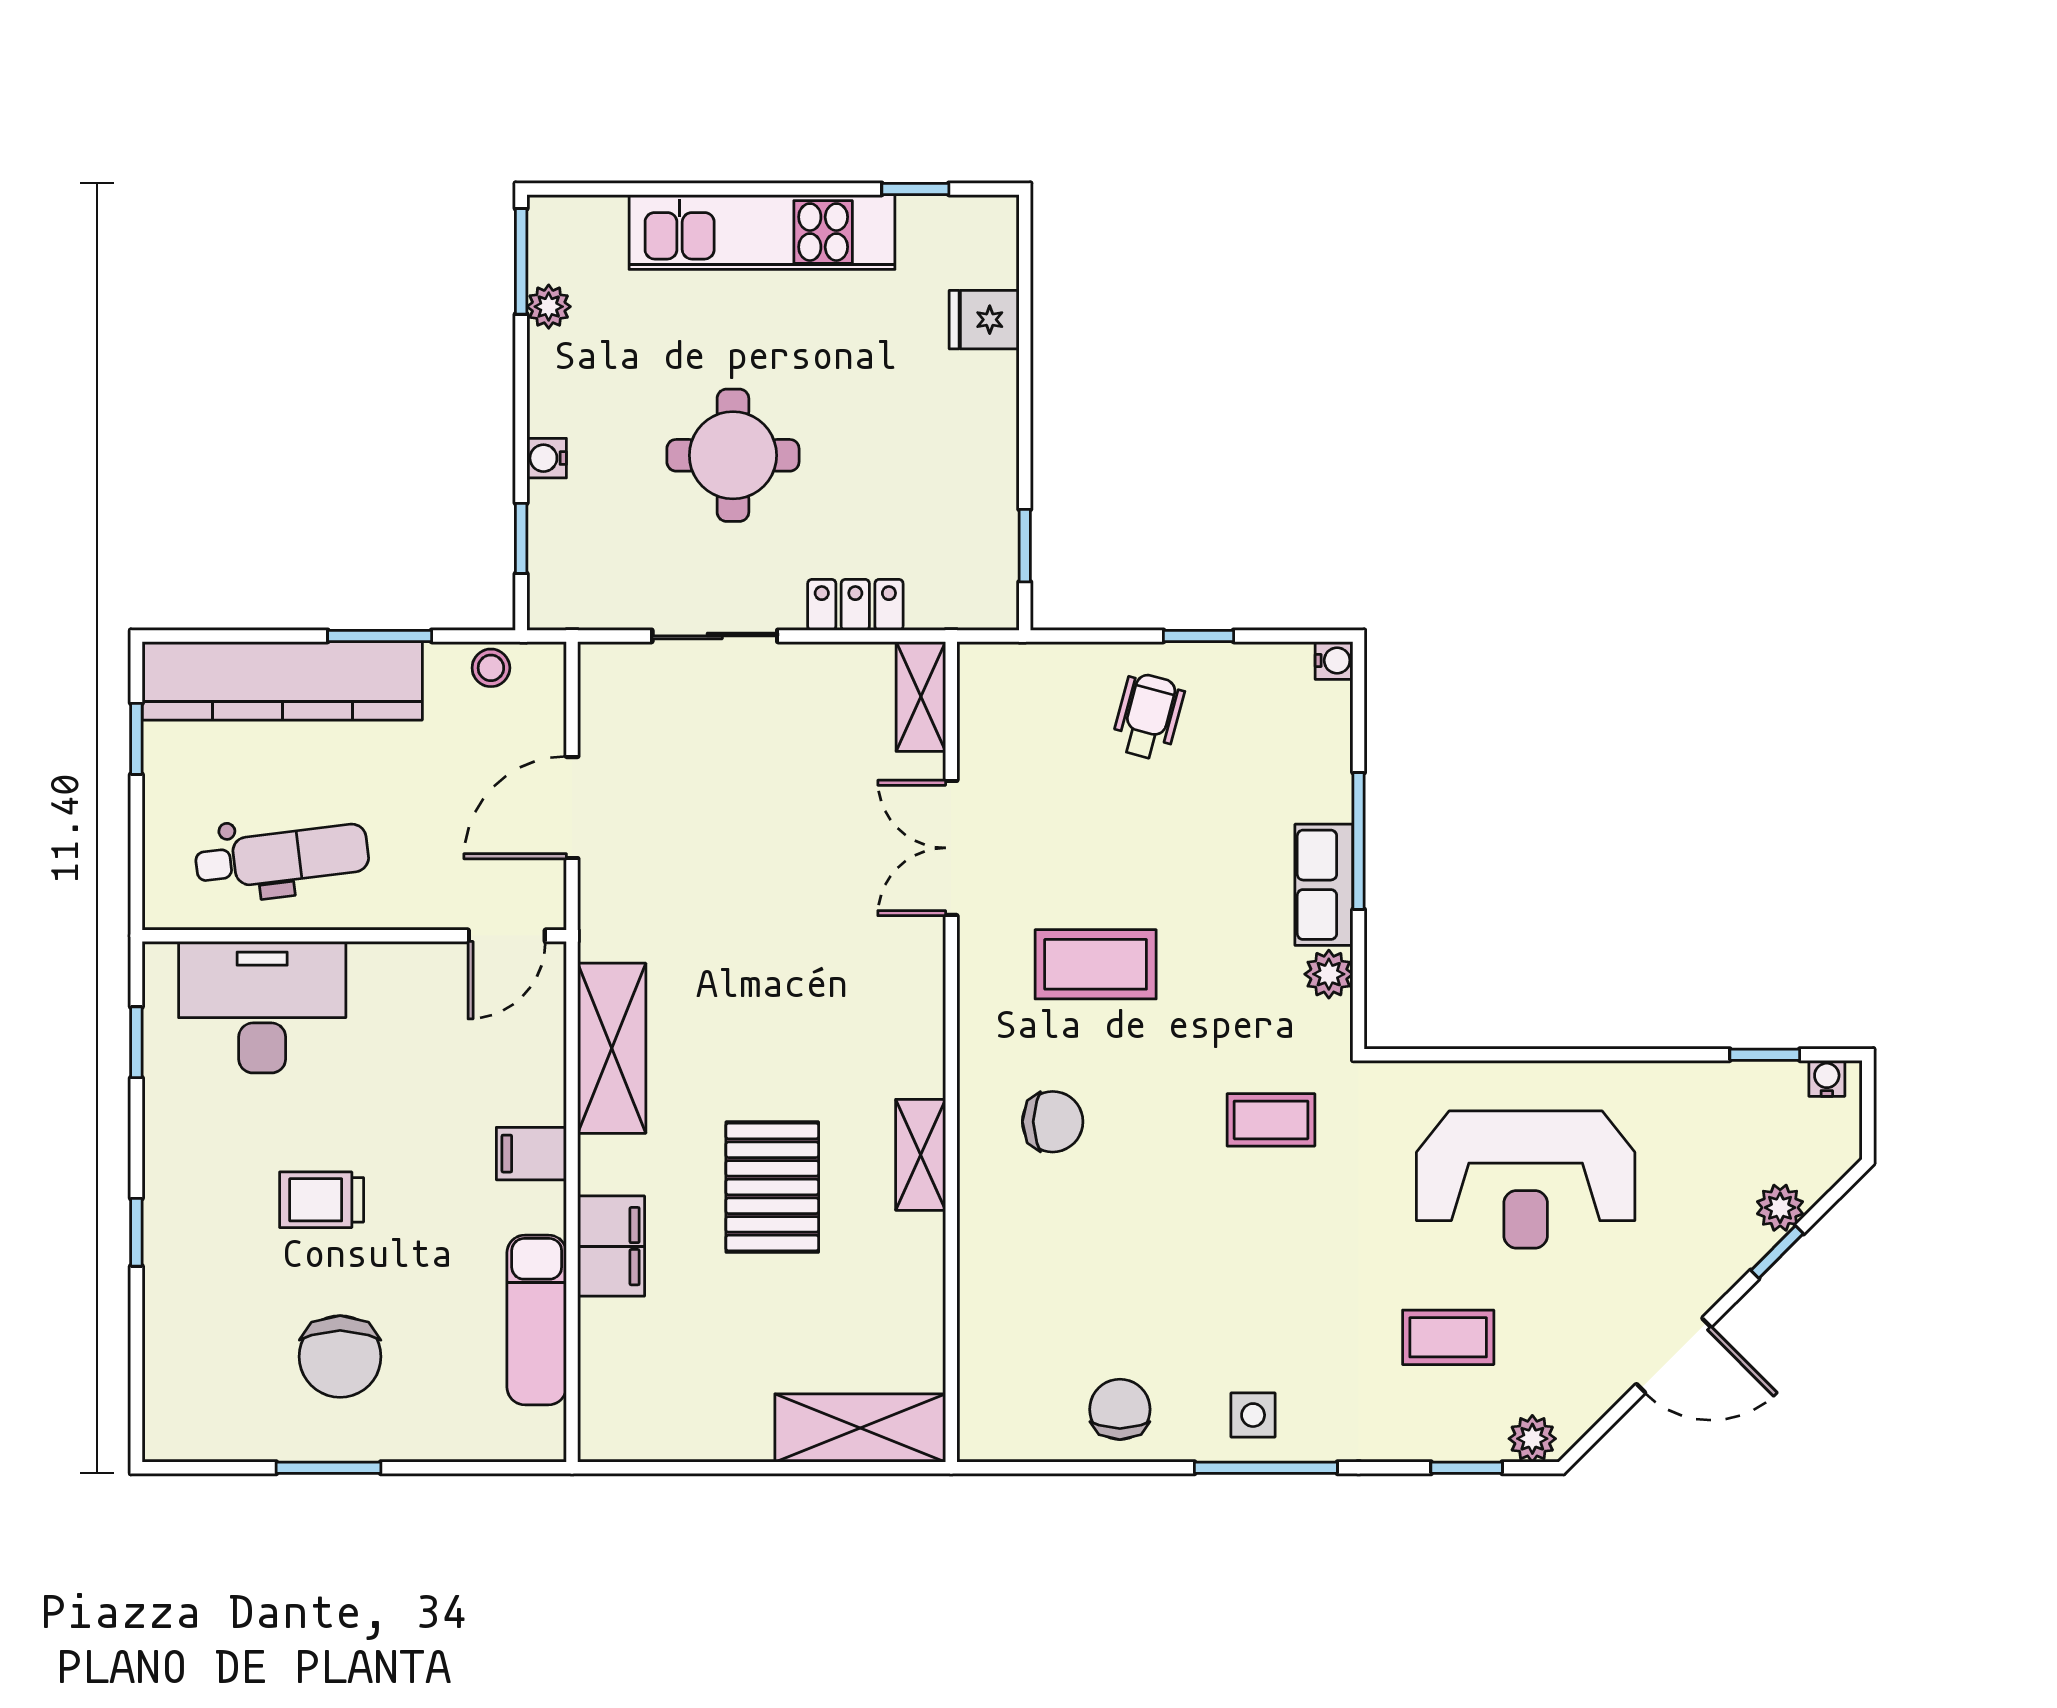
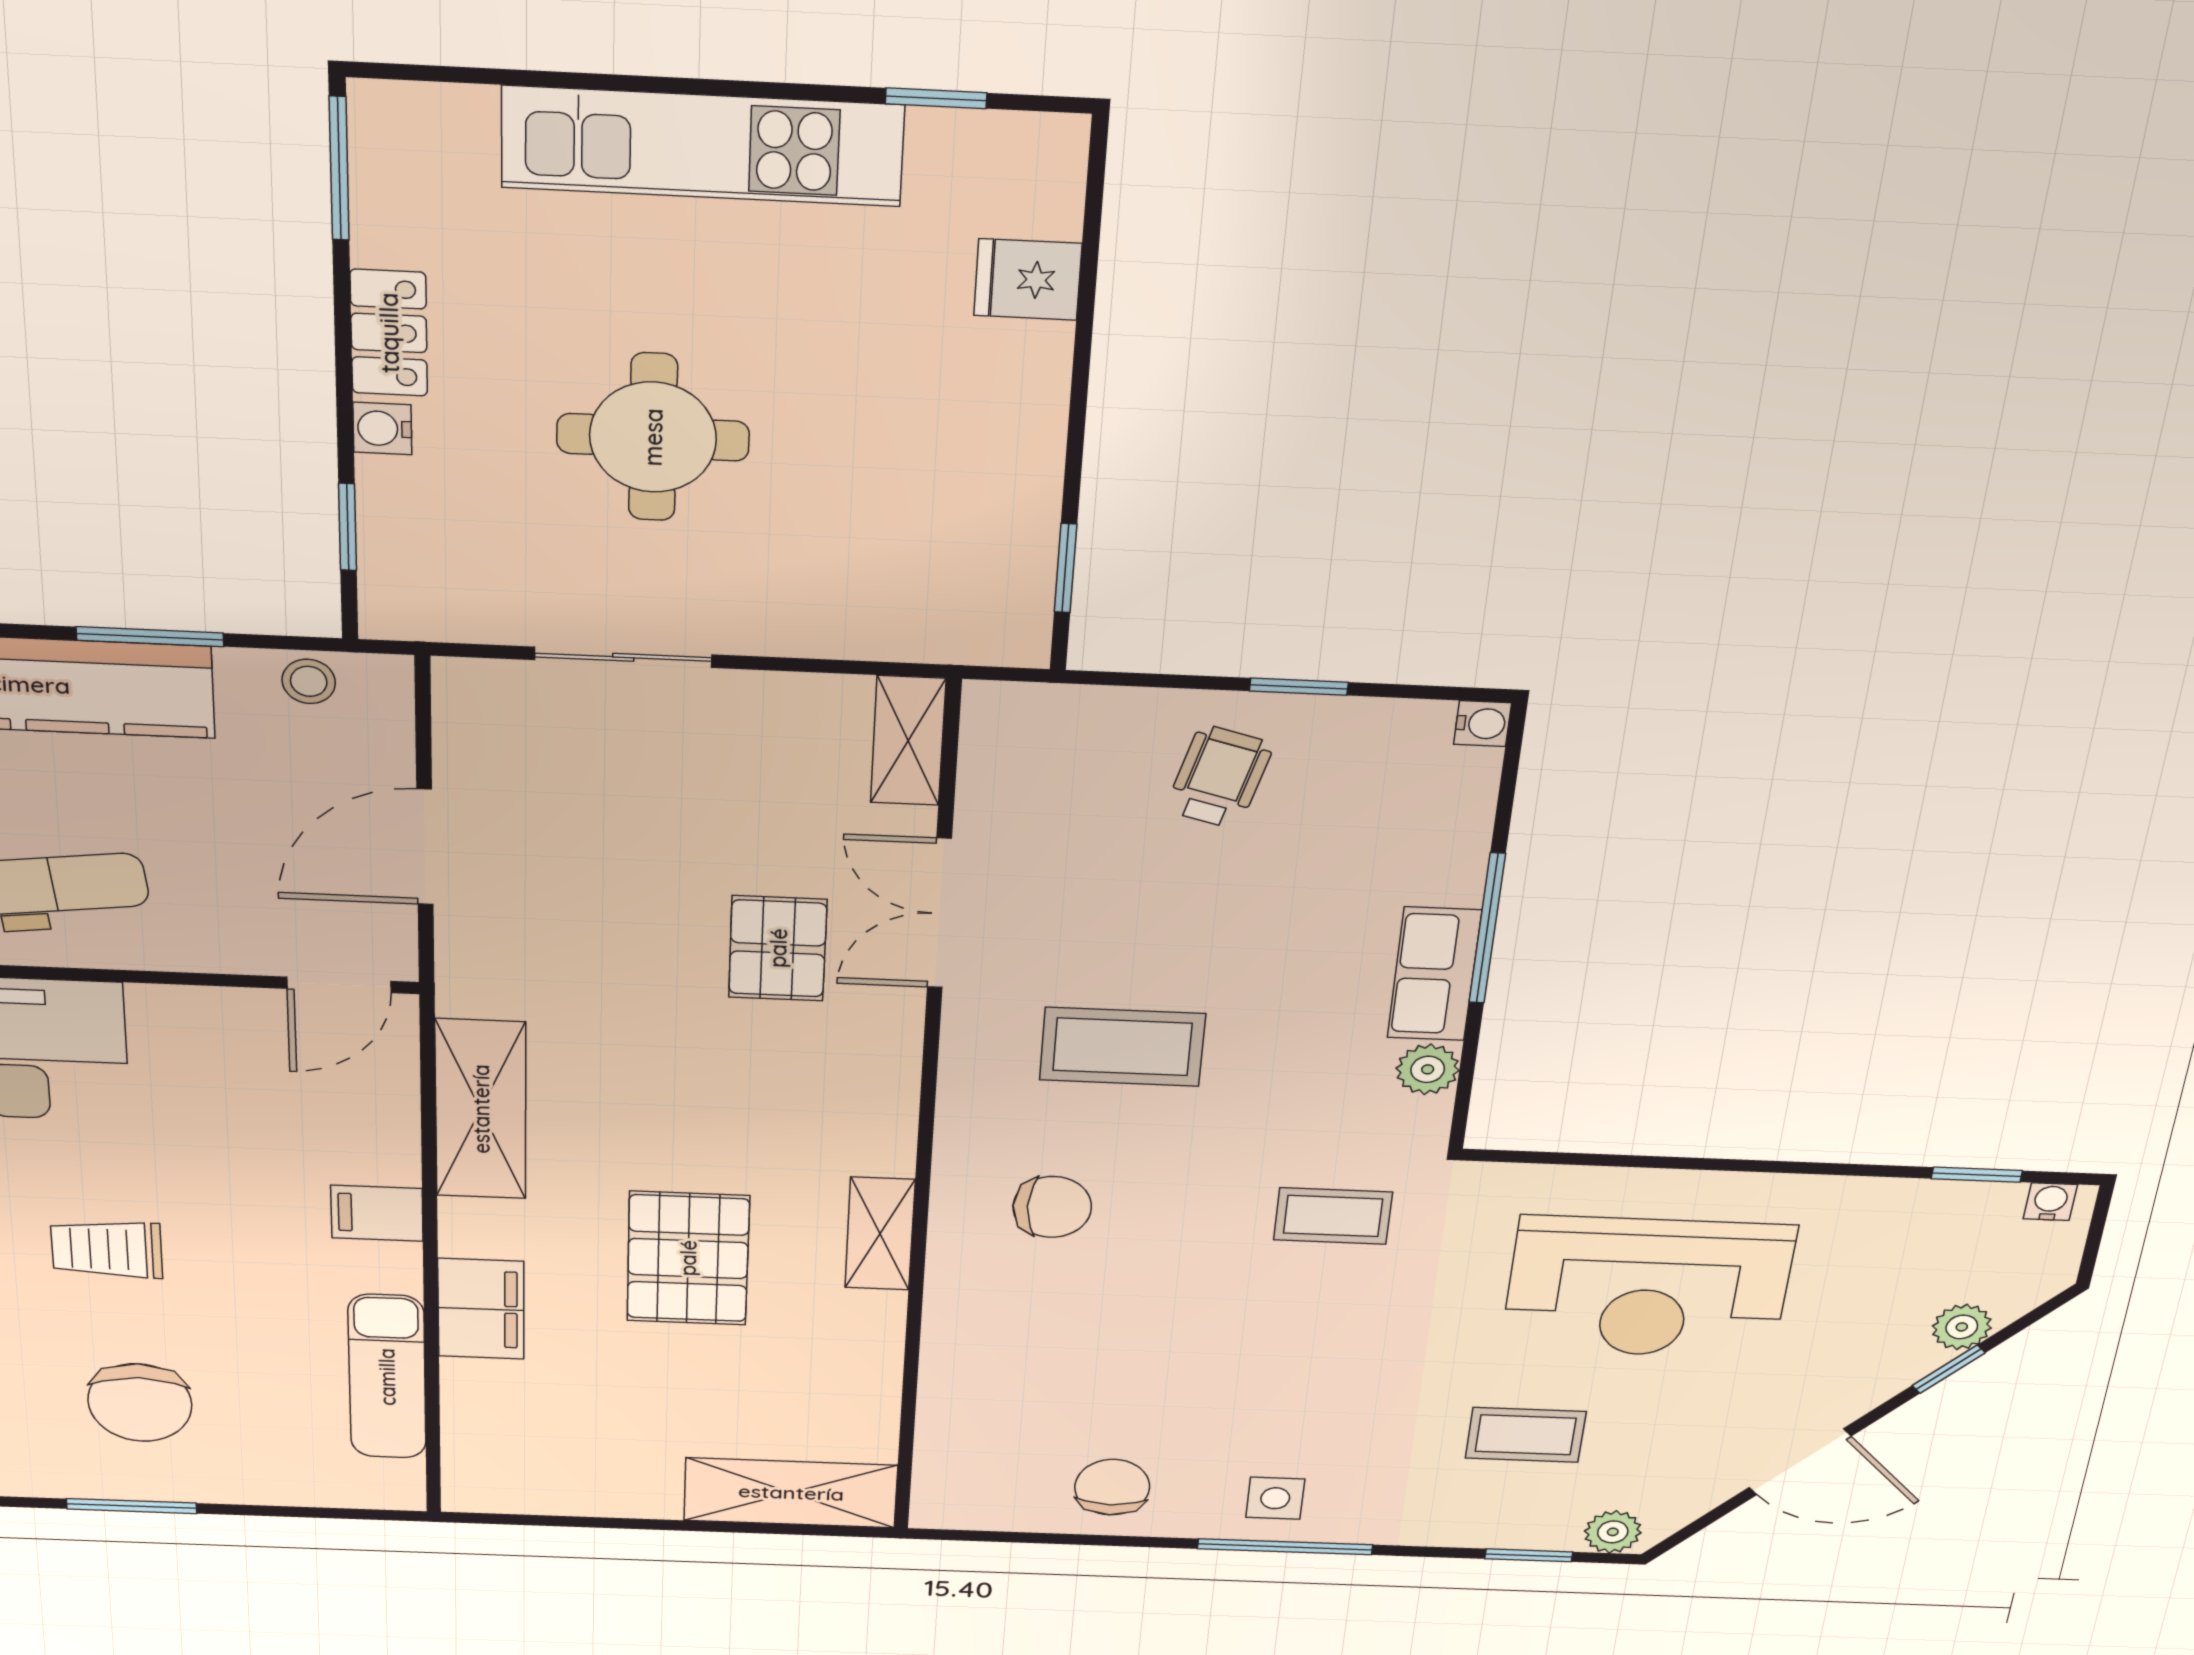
plant: (549, 307) -> (382, 231), removed
locker: (855, 605) -> (389, 333), moved, turned 90
pallet: (833, 886) -> (778, 948), added

